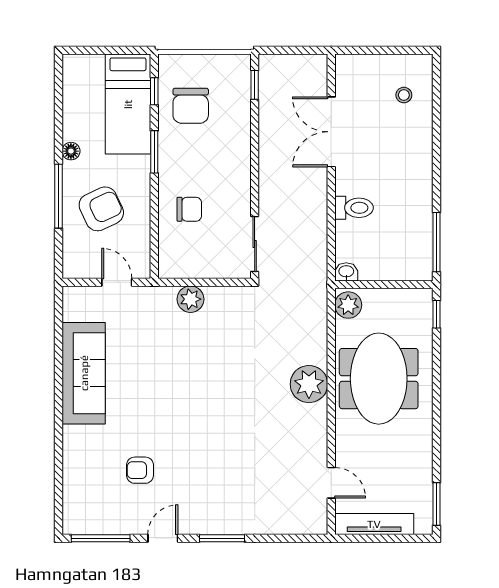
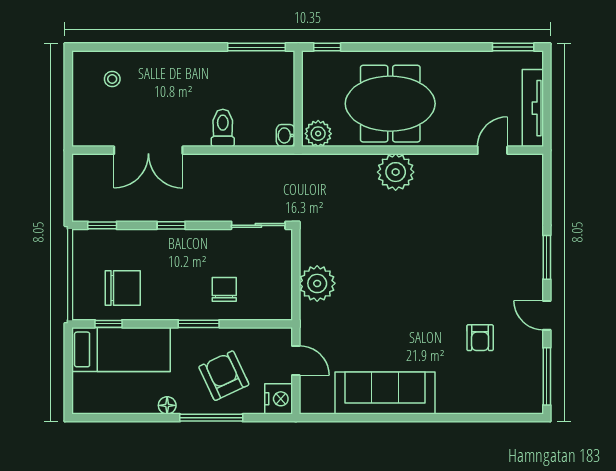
window: (154, 152) -> (199, 324), moved
window: (255, 155) -> (171, 225), added
nightstand: (78, 265) -> (279, 399), added
door: (117, 282) -> (296, 360), swing flipped
plant: (190, 299) -> (317, 283), width x1.36, depth x1.36

